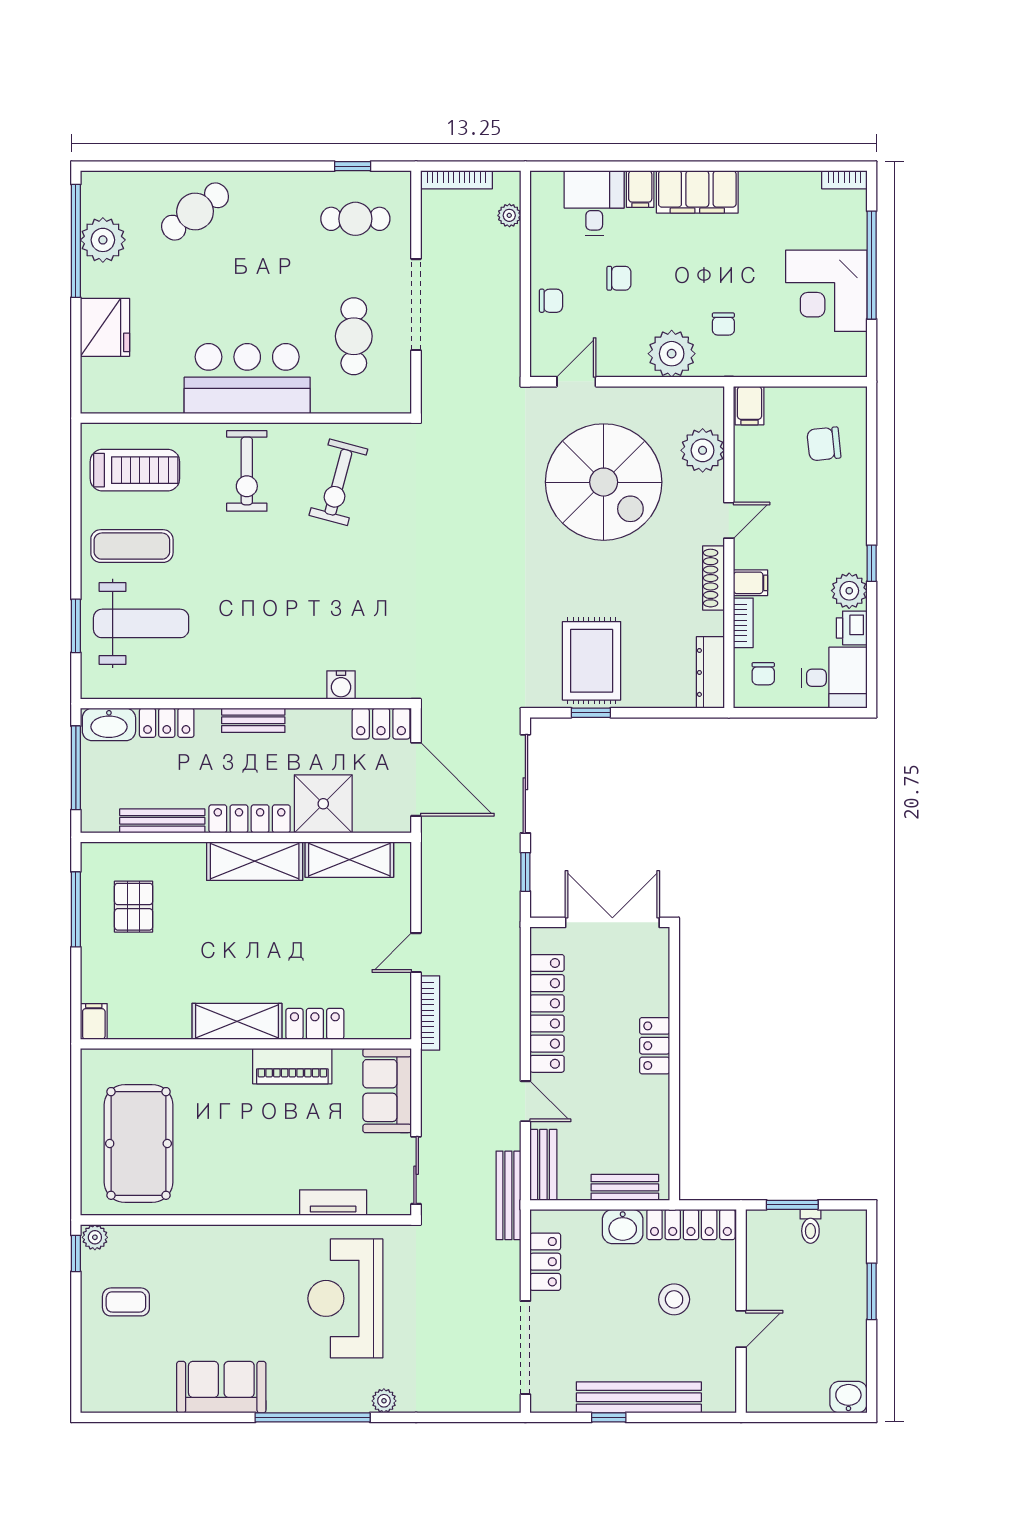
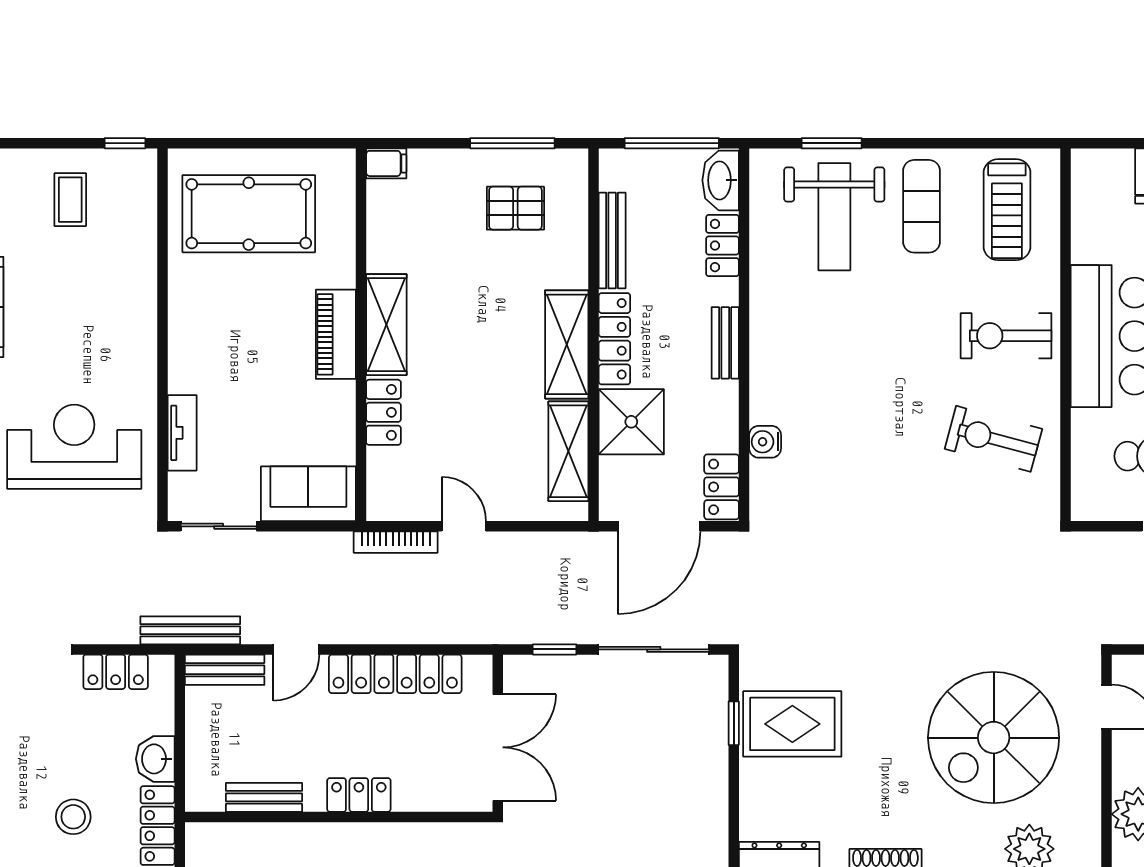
piano: (292, 1066) -> (336, 334), moved
bench: (625, 1187) -> (264, 797), moved, turned 90
plant: (95, 1237) -> (143, 165), removed

